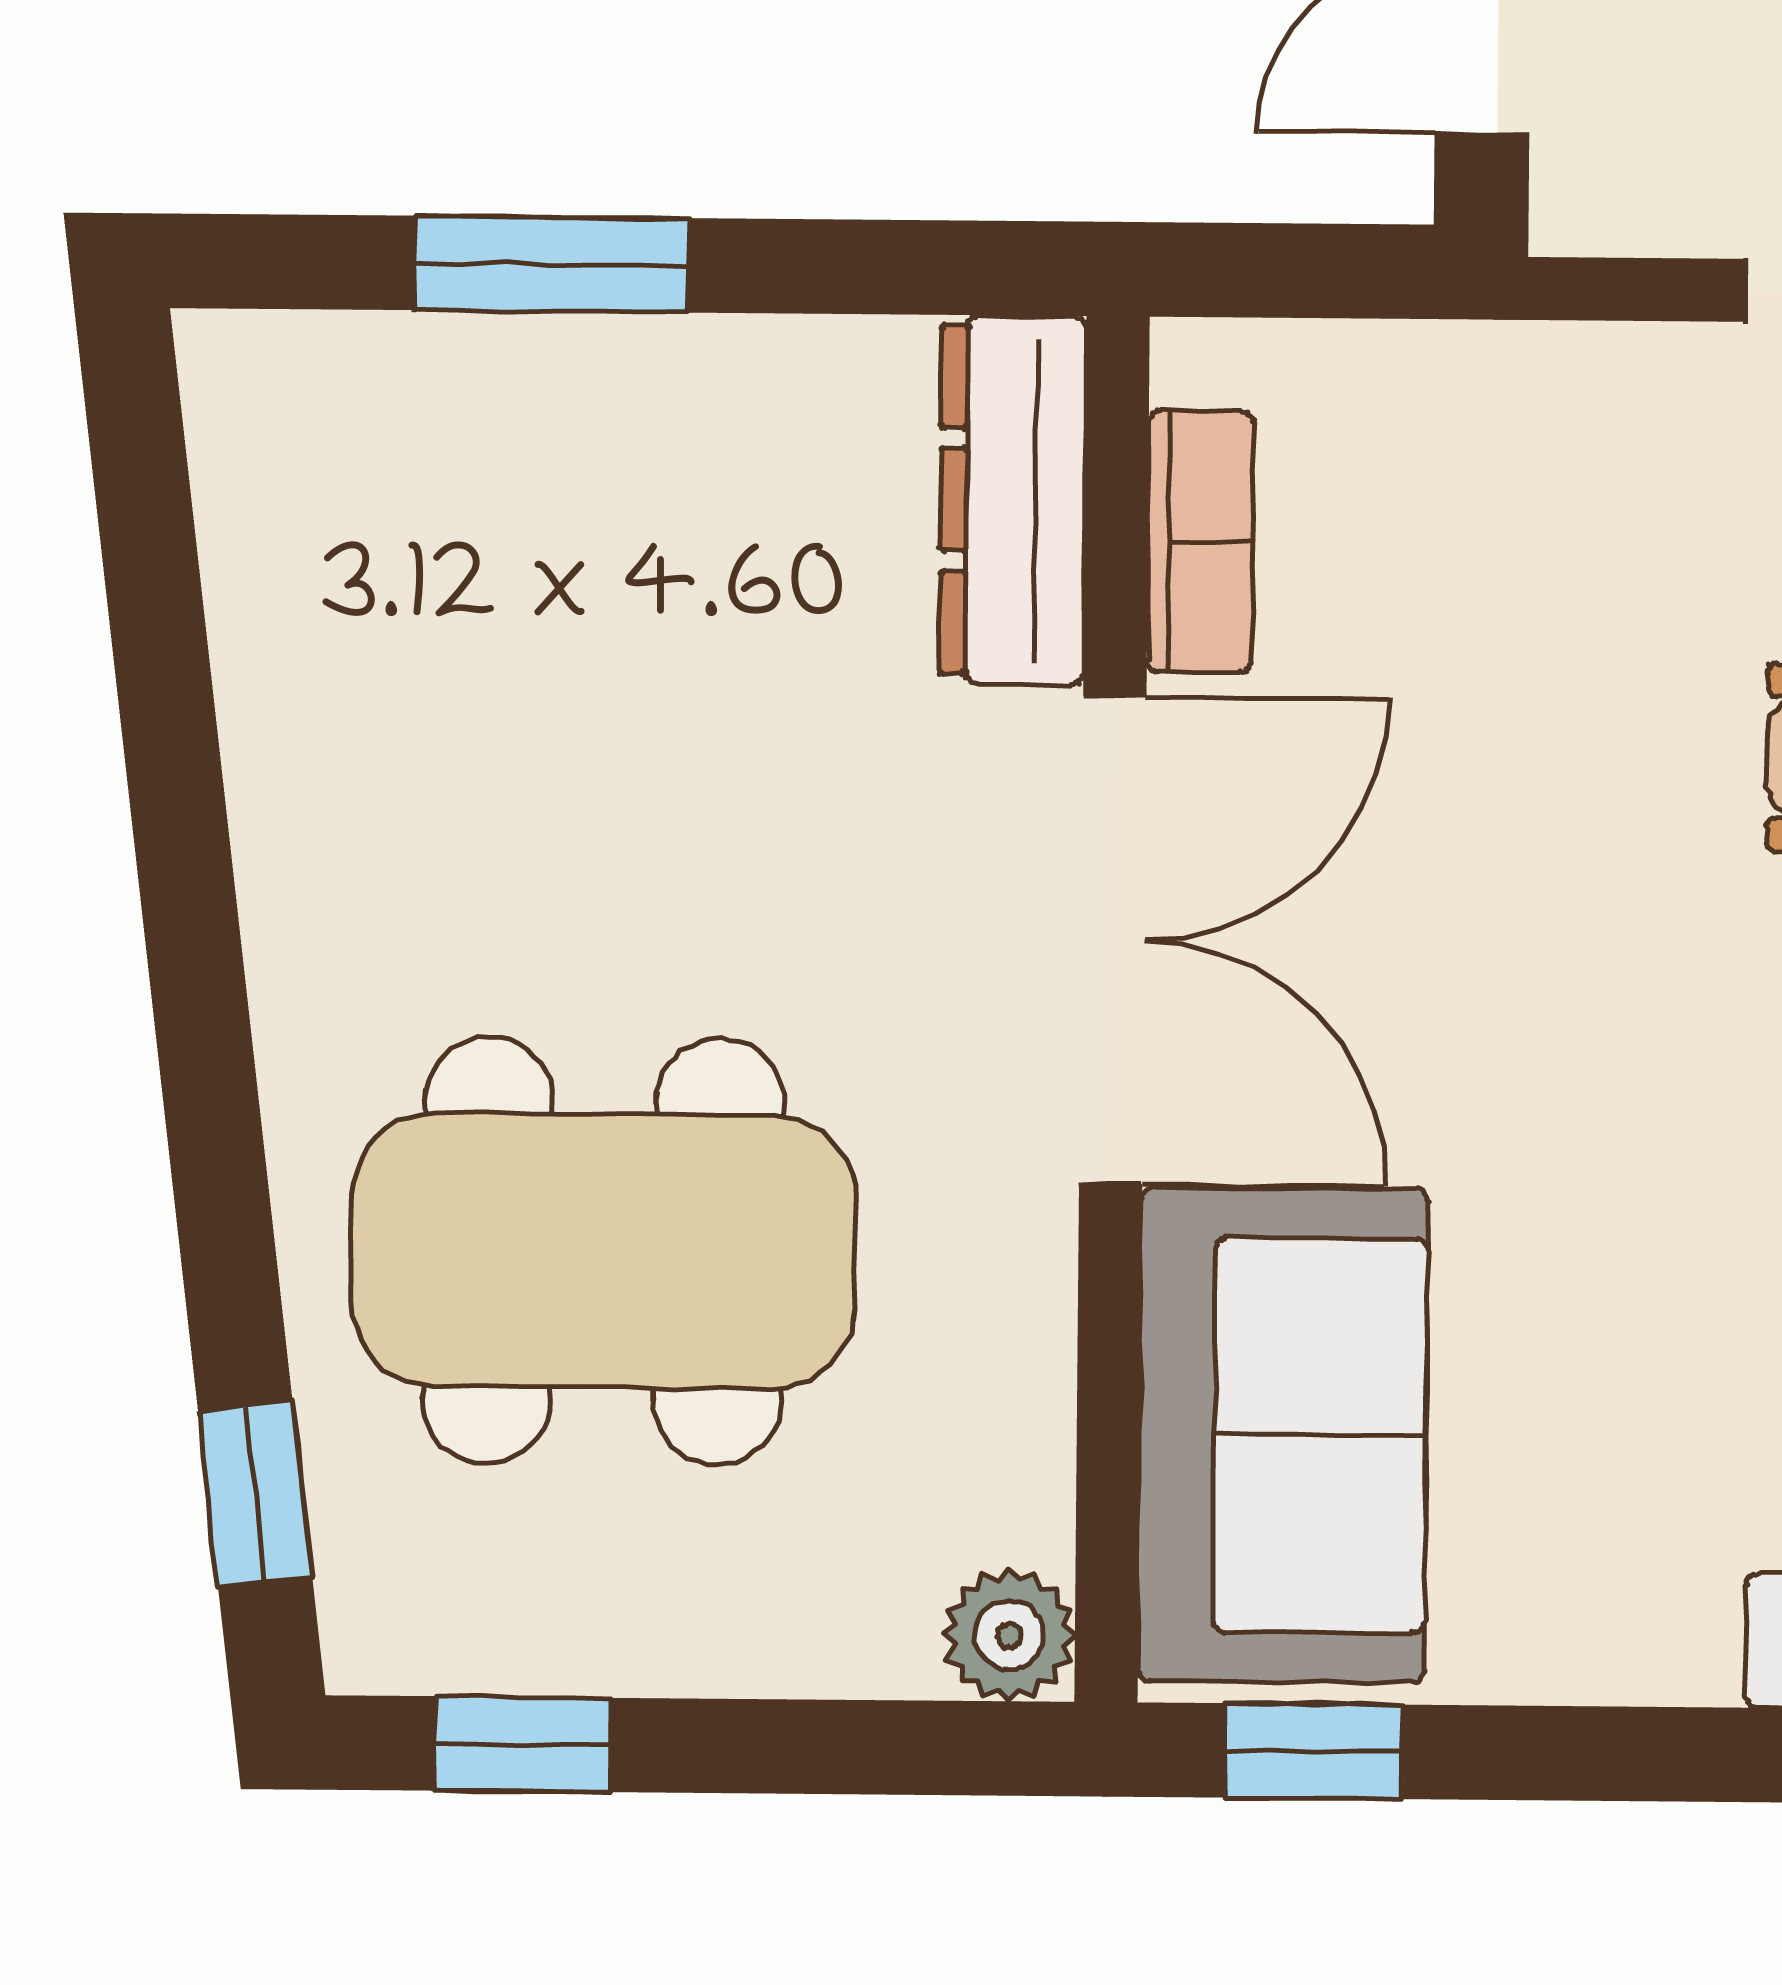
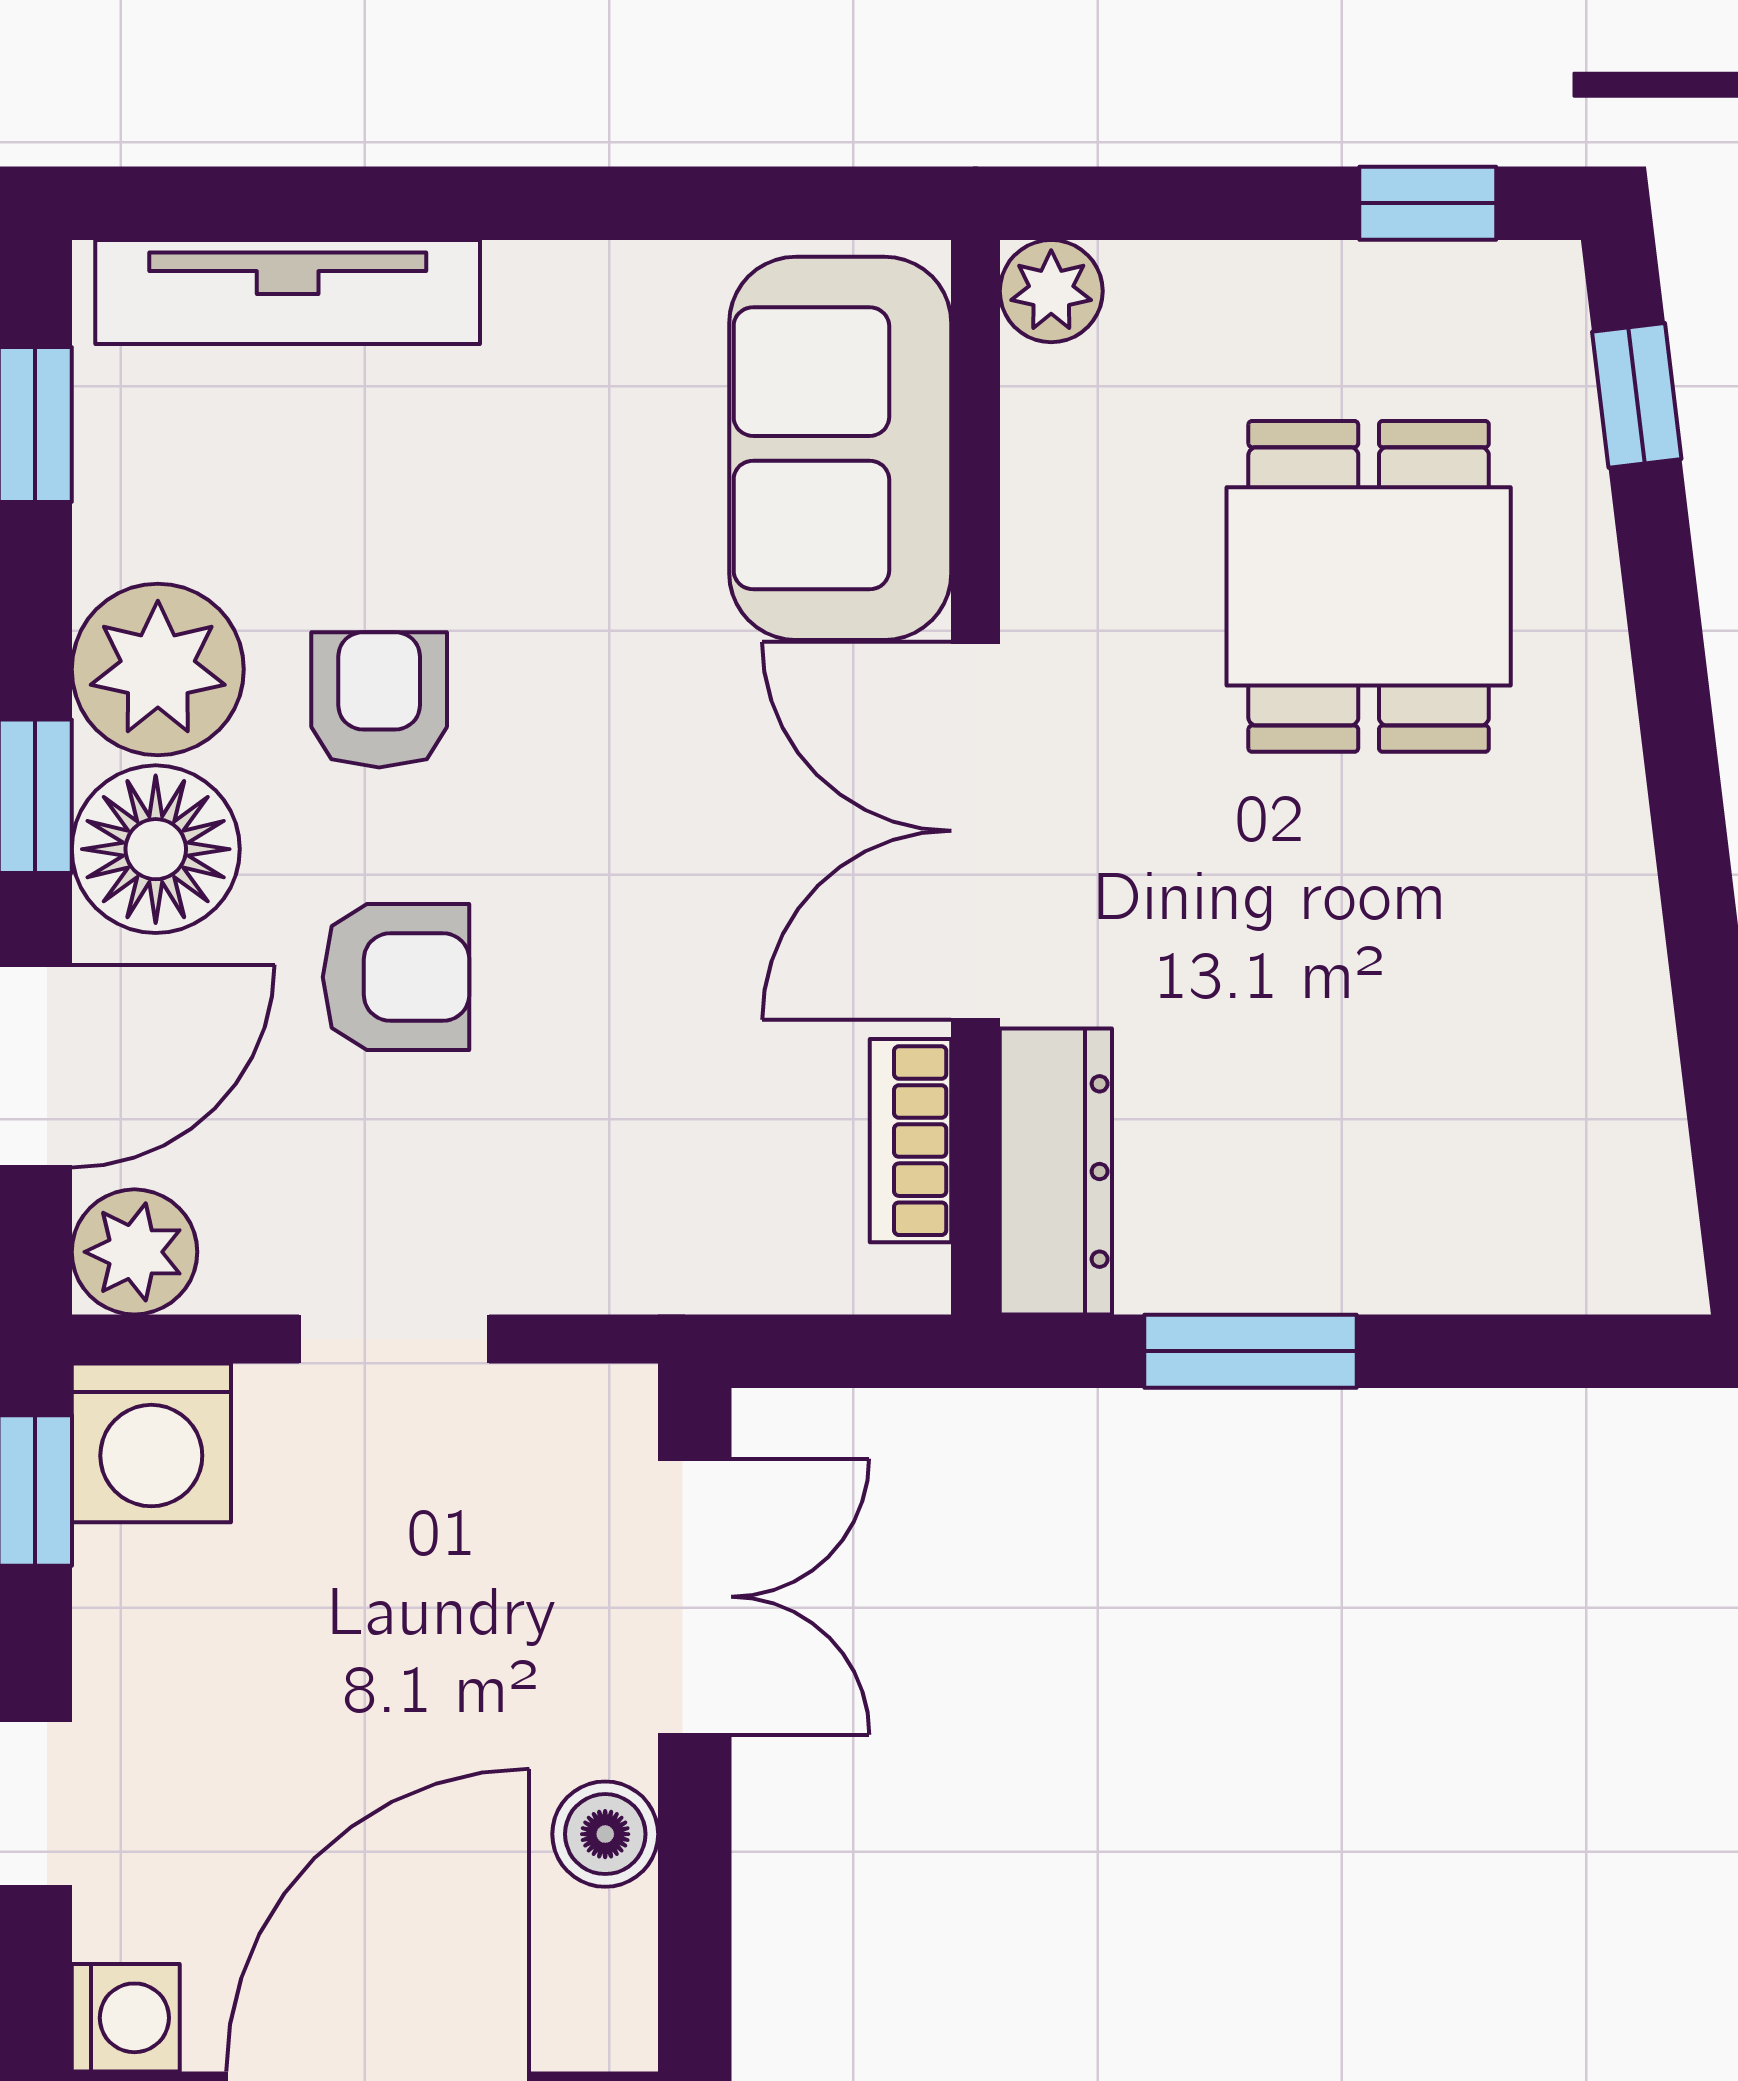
window: (552, 264) -> (1251, 1351), moved
dining table: (603, 1251) -> (1369, 586), width x0.73
window: (1314, 1751) -> (814, 203), removed

